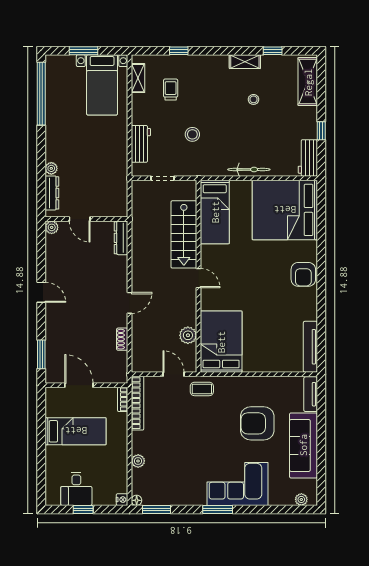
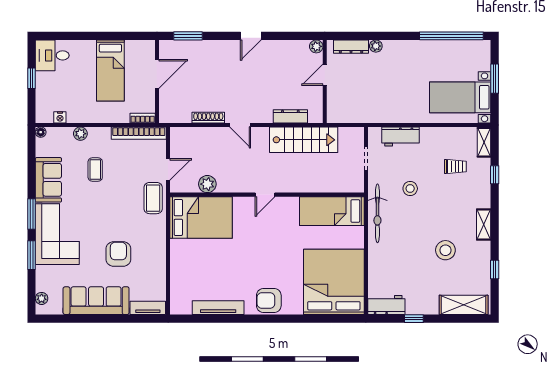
shelving: (245, 62) -> (484, 225), moved
shelving: (138, 78) -> (484, 142), moved, turned 90
stool: (254, 99) -> (445, 250), width x1.89, depth x1.89
bicycle: (249, 170) -> (377, 213), moved, width x1.37, depth x1.40
stairs: (184, 234) -> (304, 140), moved, turned 180
dresser: (121, 238) -> (290, 116), moved
shoe rack: (122, 339) -> (208, 118), width x1.43
tv unit: (310, 347) -> (218, 308), moved
coffee table: (202, 389) -> (153, 198), width x1.36, depth x1.30
armchair: (257, 423) -> (118, 254), width x0.73, depth x0.73
coffee table: (174, 446) -> (95, 169), added
desk: (76, 489) -> (52, 55), moved
sofa: (184, 493) -> (48, 180), added
nightstand: (122, 500) -> (60, 117), moved
window: (157, 509) -> (31, 255), moved

